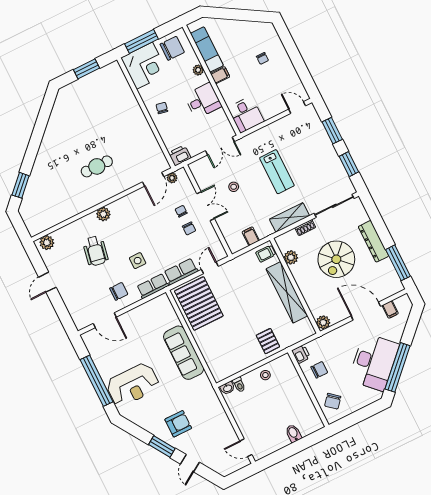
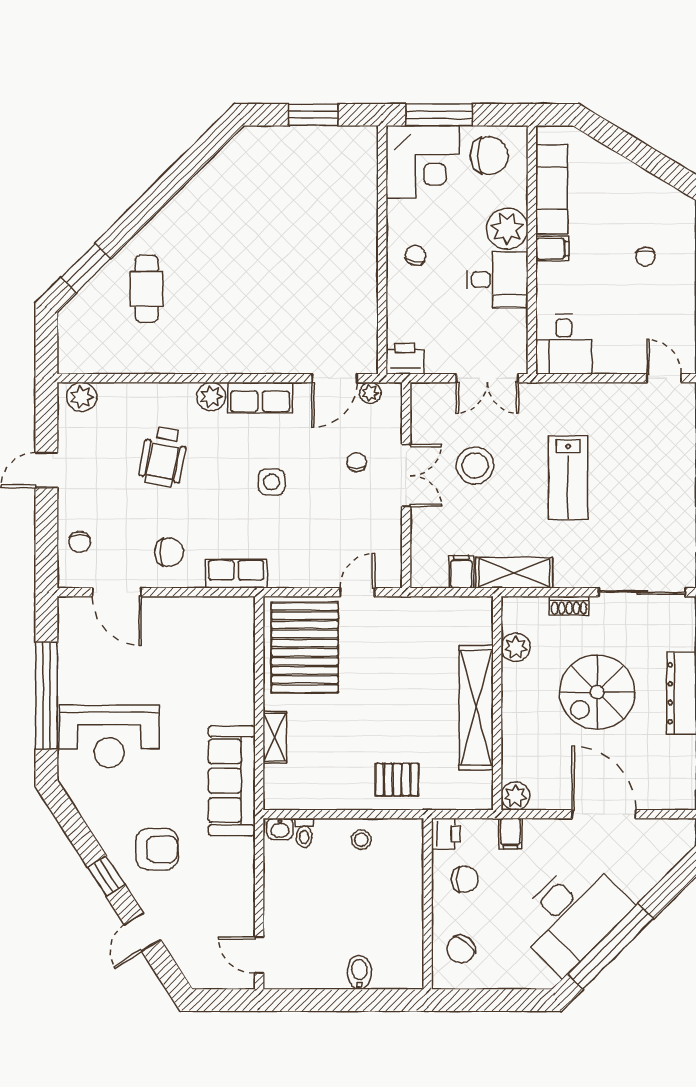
plant: (198, 70) -> (507, 229), width x1.87, depth x1.87
cafe table: (97, 166) -> (147, 289), moved, turned 90
stool: (234, 187) -> (475, 465), width x1.89, depth x1.89
shelving: (289, 217) -> (514, 573), moved
chair: (189, 228) -> (80, 542), moved
trolley: (266, 254) -> (473, 617), removed
side table: (138, 261) -> (272, 482), moved
row of seats: (181, 272) -> (260, 398), moved, turned 180
filing cabinet: (390, 309) -> (510, 834), moved
pallet: (268, 341) -> (397, 780), turned 90
shelving: (205, 349) -> (275, 737), added
sofa: (184, 353) -> (232, 781), moved
window: (162, 446) -> (106, 876), width x0.67

